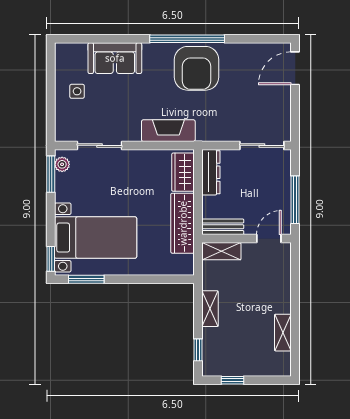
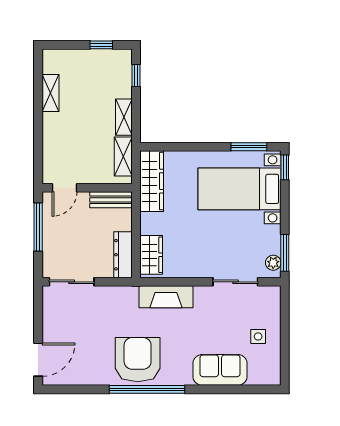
wardrobe: (183, 223) -> (152, 181), moved
shelving: (221, 251) -> (123, 157), moved, turned 90

